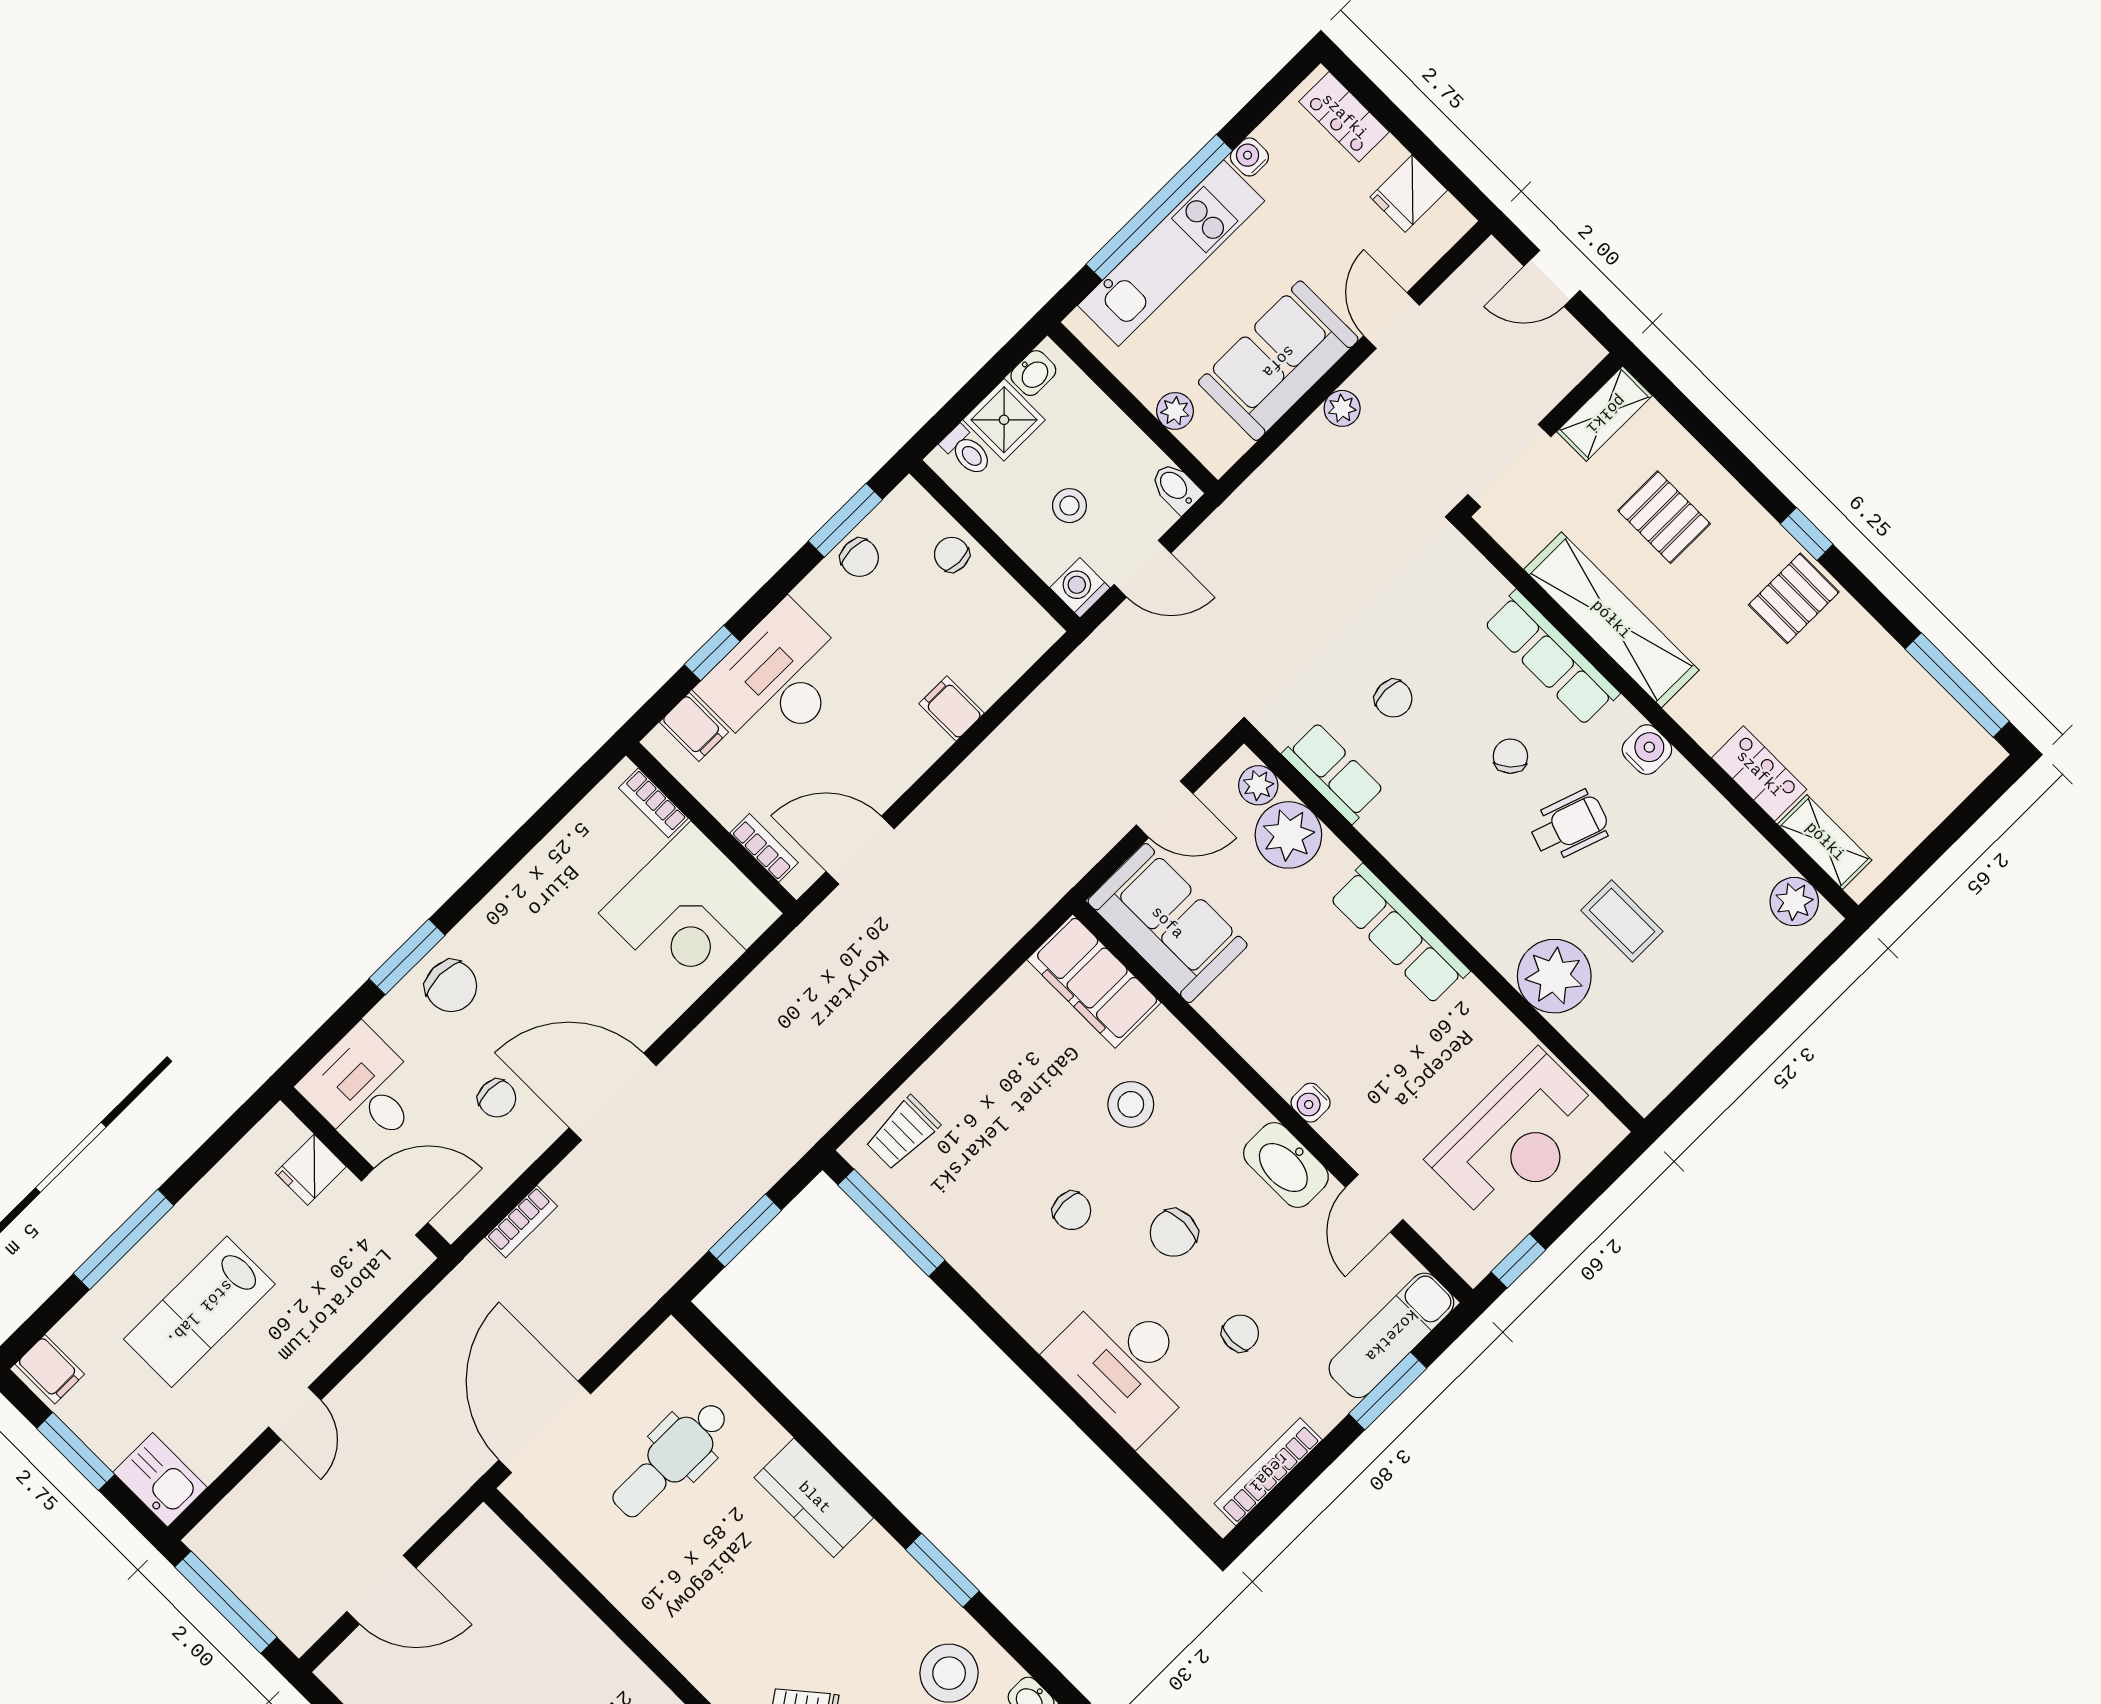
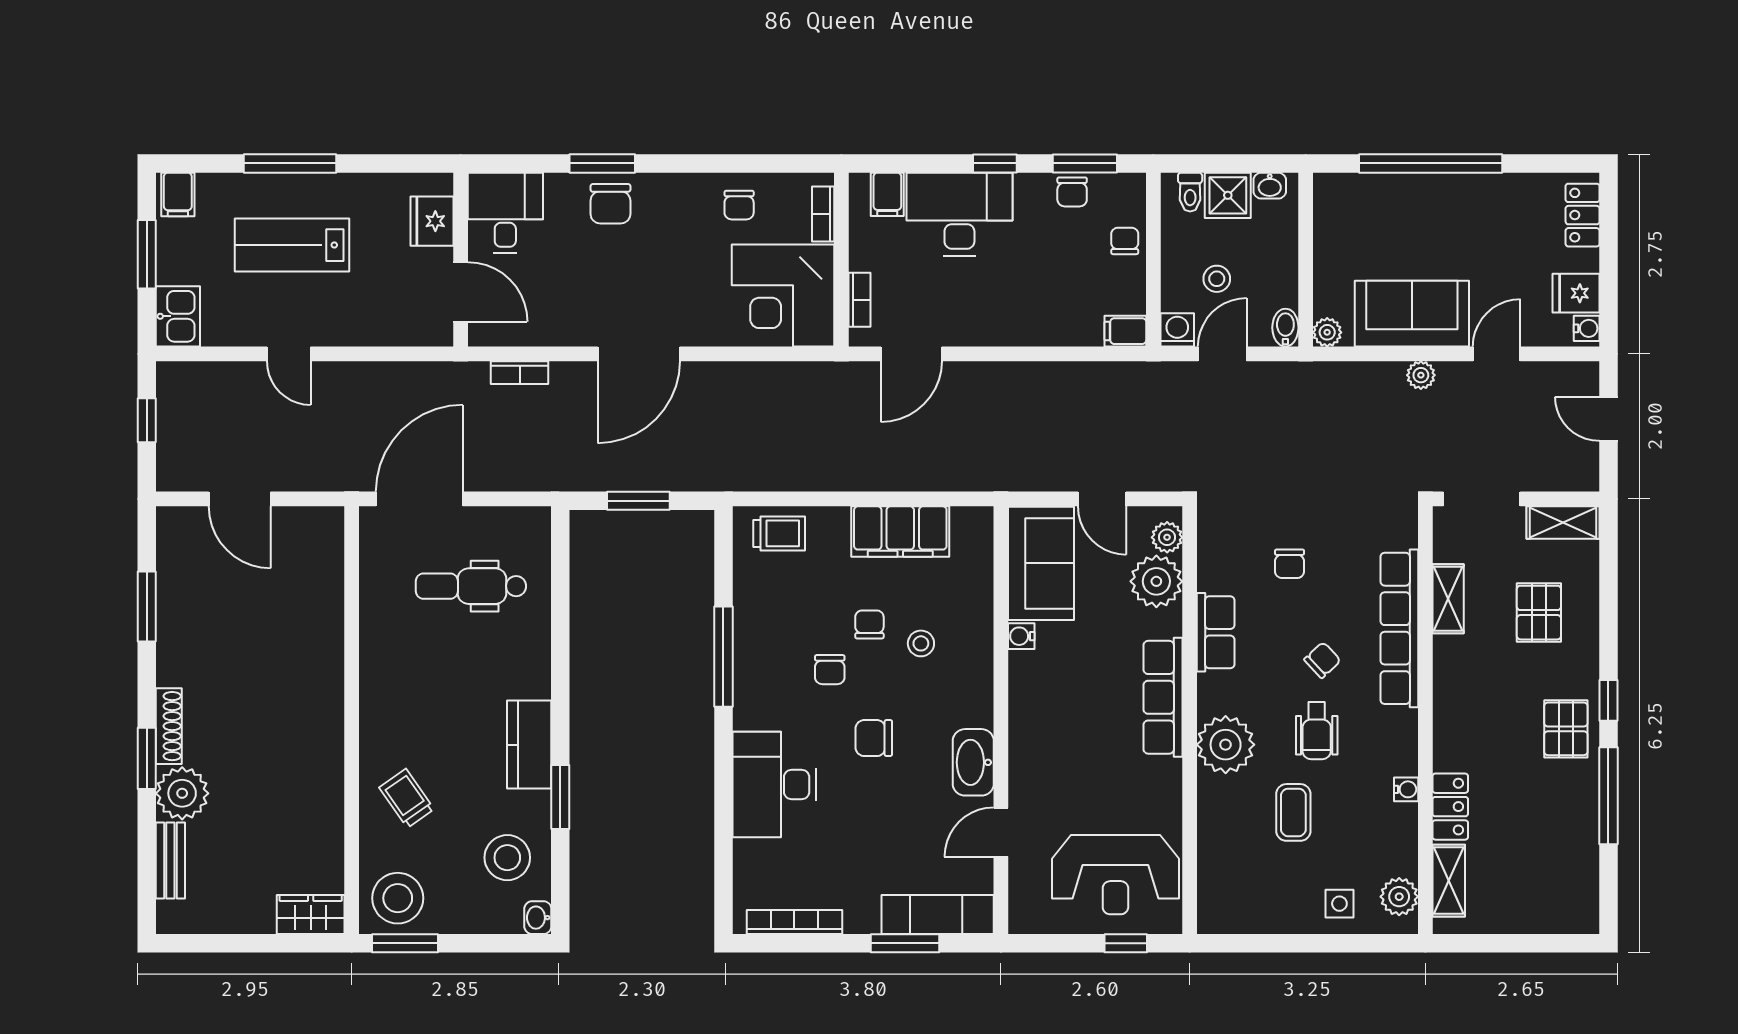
water cooler: (1249, 157) -> (1587, 328), moved, turned 90
kitchen unit: (1171, 253) -> (1412, 195), removed
plant: (1175, 411) -> (1327, 332), moved
door: (1142, 569) -> (1222, 354), swing flipped
pallet: (1794, 598) -> (1566, 729), turned 90
shelving: (1611, 620) -> (1448, 599), width x0.45, depth x0.75
window: (712, 653) -> (995, 163), moved
row of seats: (1552, 658) -> (1399, 628), width x1.36
window: (1957, 685) -> (1608, 796), moved
filing cabinet: (951, 708) -> (1125, 331), moved, turned -90
water cooler: (1647, 750) -> (1406, 789), moved, width x0.72, depth x0.72
row of seats: (1333, 772) -> (1216, 632), moved
wheelchair: (1569, 826) -> (1317, 731), turned 71
door: (860, 850) -> (911, 354), swing flipped
side table: (1746, 962) -> (1339, 904), added
plant: (1554, 976) -> (1226, 745), moved
filing cabinet: (1094, 981) -> (900, 532), moved, turned -90
door: (613, 1097) -> (639, 354), swing flipped
chair: (497, 1098) -> (739, 205), moved
water cooler: (1311, 1103) -> (1021, 636), moved
stool: (1131, 1104) -> (921, 643), width x0.73, depth x0.73
trolley: (903, 1133) -> (779, 533), turned 180
fridge: (311, 1170) -> (432, 221), width x1.38
window: (891, 1223) -> (723, 657), moved
window: (1518, 1261) -> (1126, 943), moved
chair: (1240, 1333) -> (869, 624), moved, turned -90
door: (295, 1414) -> (289, 354), hinge flipped
kitchen counter: (814, 1498) -> (529, 745), moved
window: (226, 1602) -> (147, 420), width x0.46

